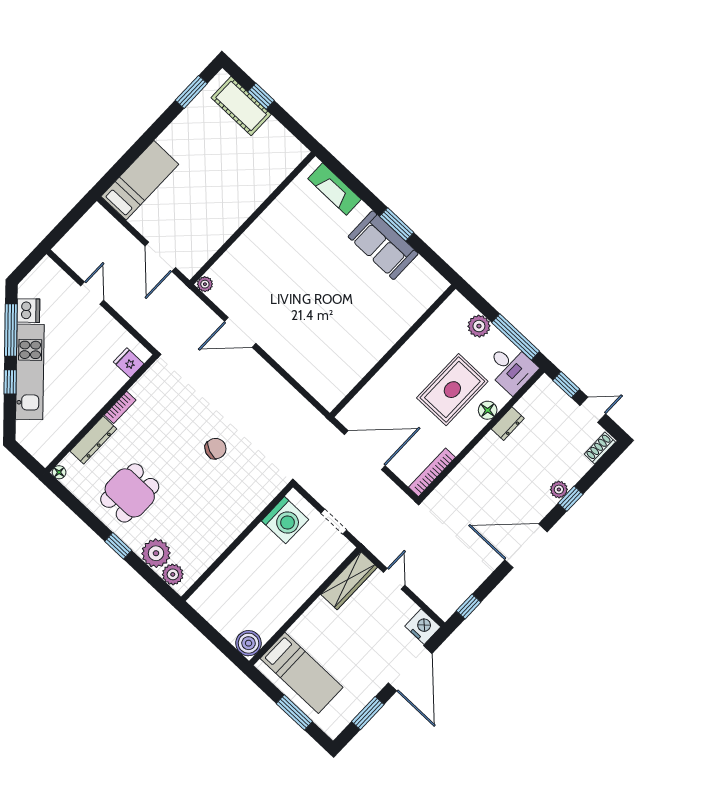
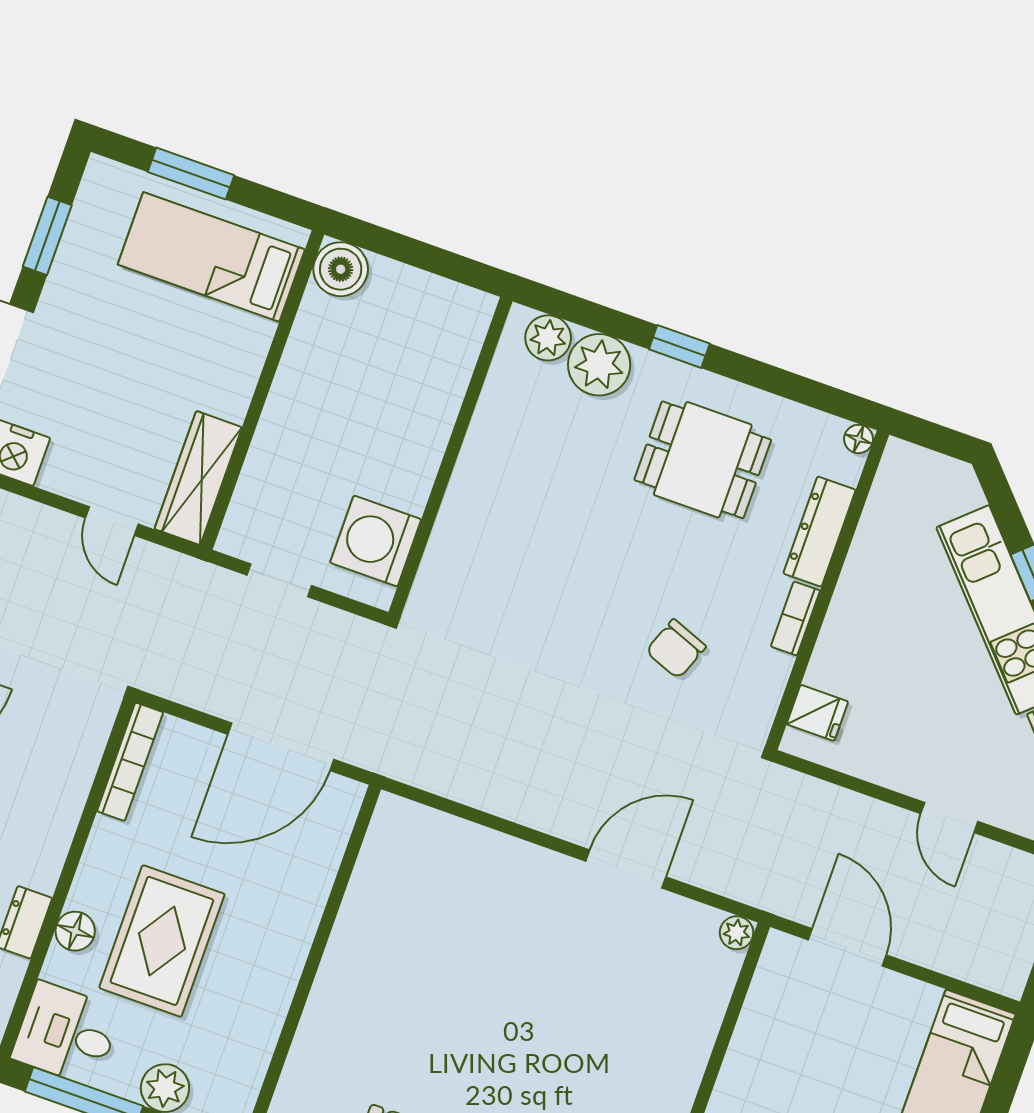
chair: (216, 449) -> (676, 649), moved
dining table: (130, 493) -> (703, 460), turned 90

